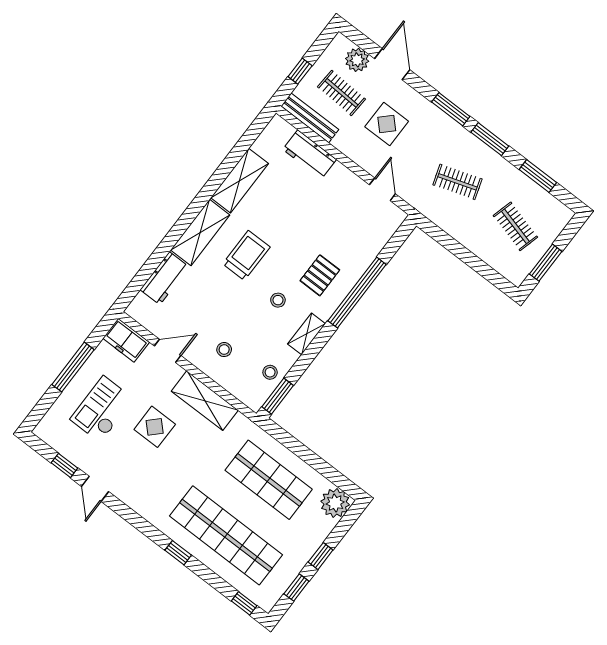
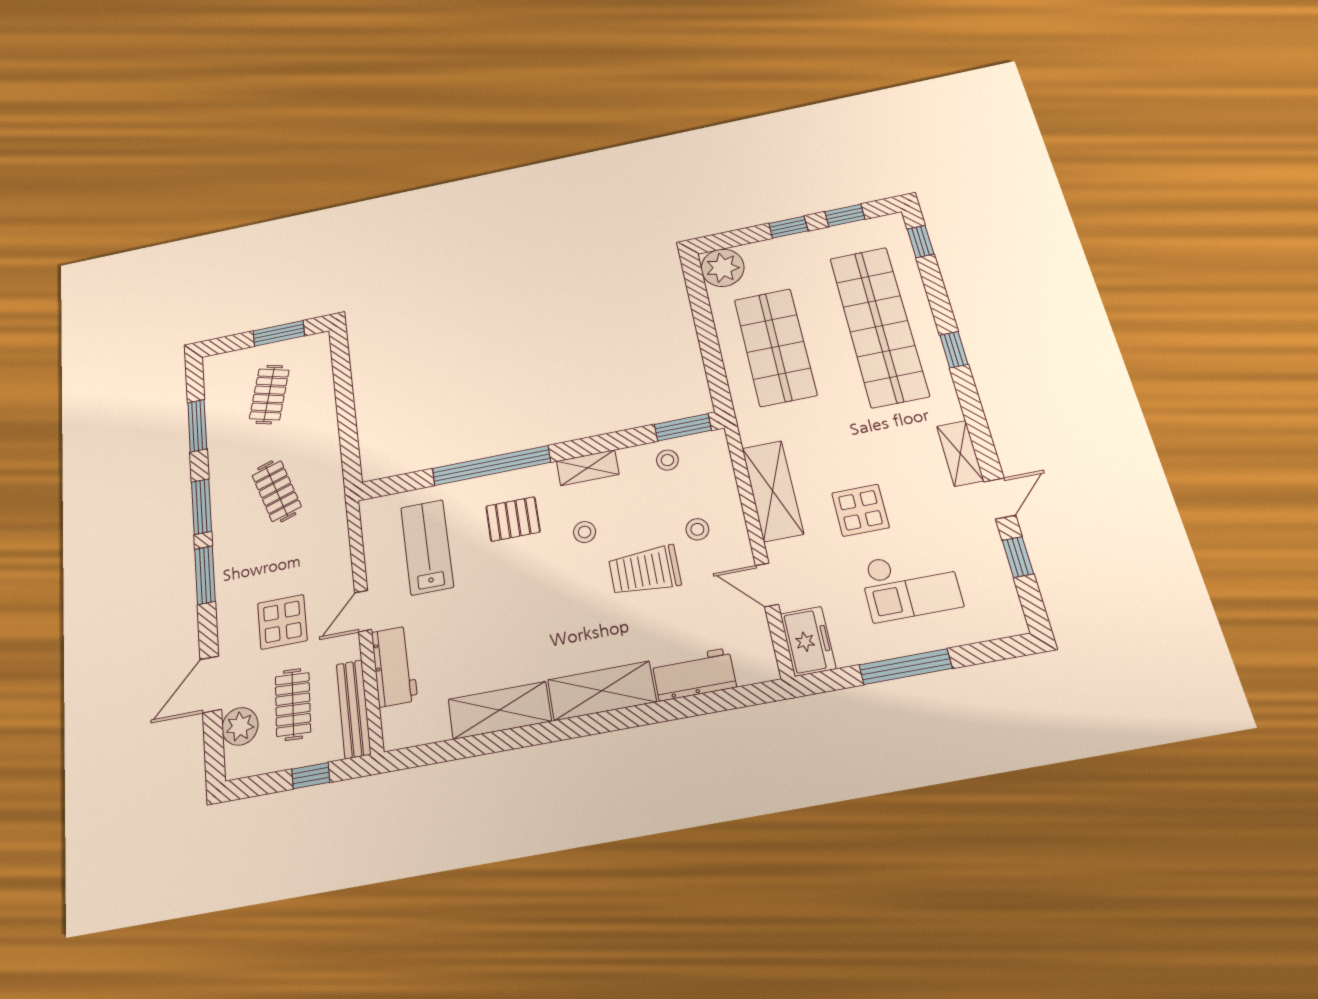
door: (382, 189) -> (363, 611), moved
lab bench: (350, 224) -> (427, 547), added
trolley: (246, 255) -> (645, 571), moved
shelving: (131, 497) -> (960, 453), added

